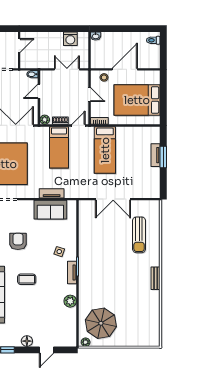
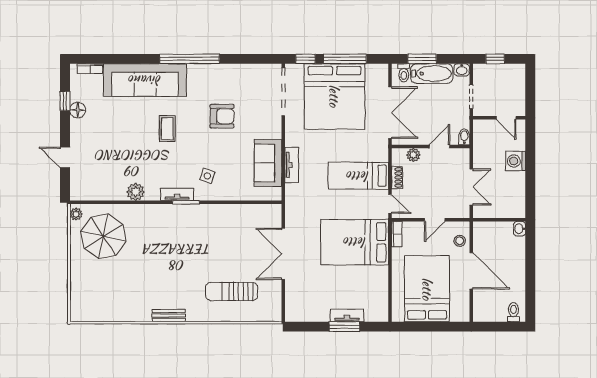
washing machine: (70, 39) -> (516, 161), moved
door: (39, 91) -> (439, 147), hinge flipped
plant: (45, 120) -> (413, 155), moved
bed: (105, 150) -> (355, 242), width x1.50
floor lamp: (27, 341) -> (78, 110), moved

